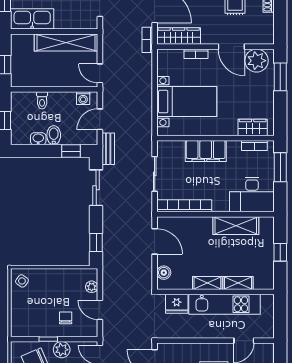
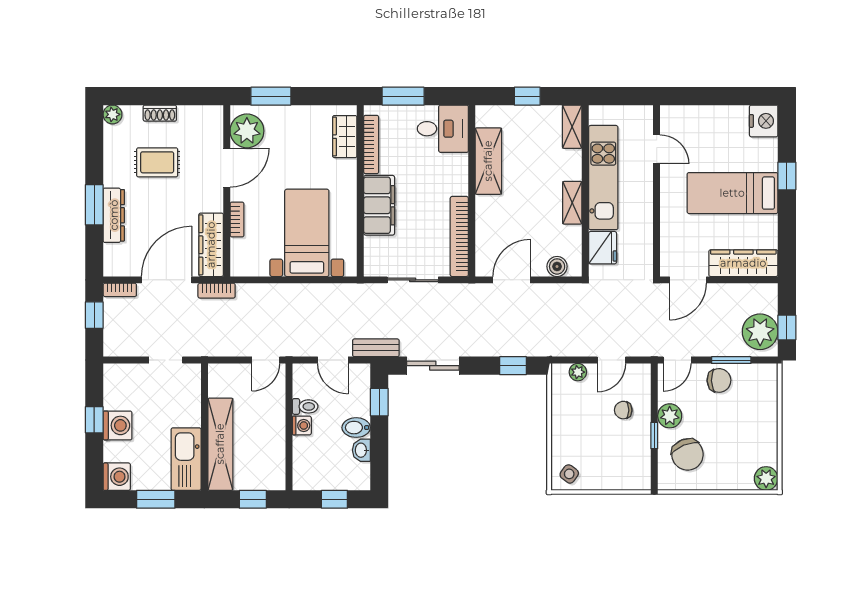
shelving: (66, 42) -> (220, 444), moved
washing machine: (83, 98) -> (302, 425), moved
toilet: (42, 100) -> (305, 406), moved
bookcase: (254, 146) -> (371, 144), width x1.56
desk: (252, 195) -> (443, 129), width x0.73
shelving: (238, 283) -> (572, 127), moved

